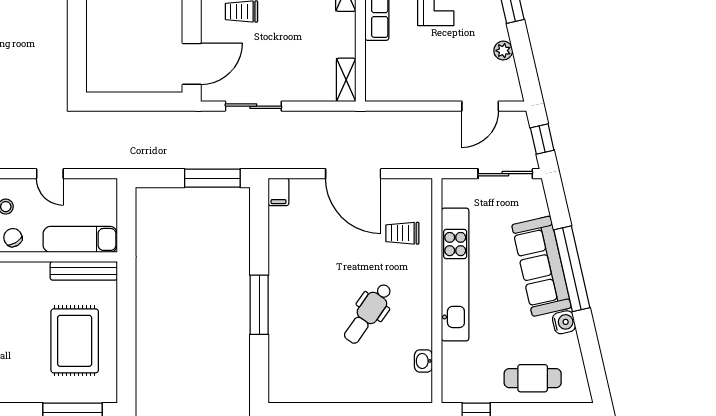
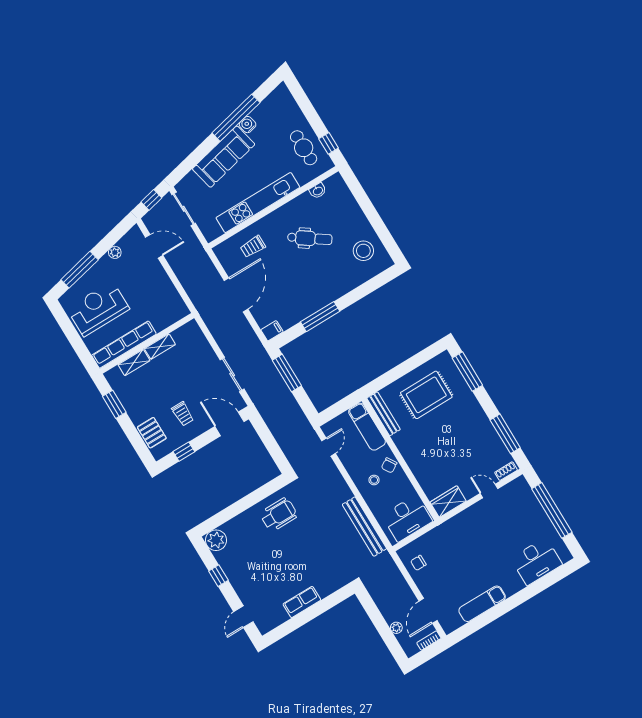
wheelchair: (36, 56) -> (279, 515), added
shelving: (346, 80) -> (160, 347), moved
door: (50, 174) -> (328, 447), moved
trolley: (402, 233) -> (253, 247), turned 90
window: (572, 269) -> (236, 118), moved
window: (259, 305) -> (320, 317), moved
stool: (310, 373) -> (363, 251), added
cafe table: (533, 378) -> (304, 148), moved

